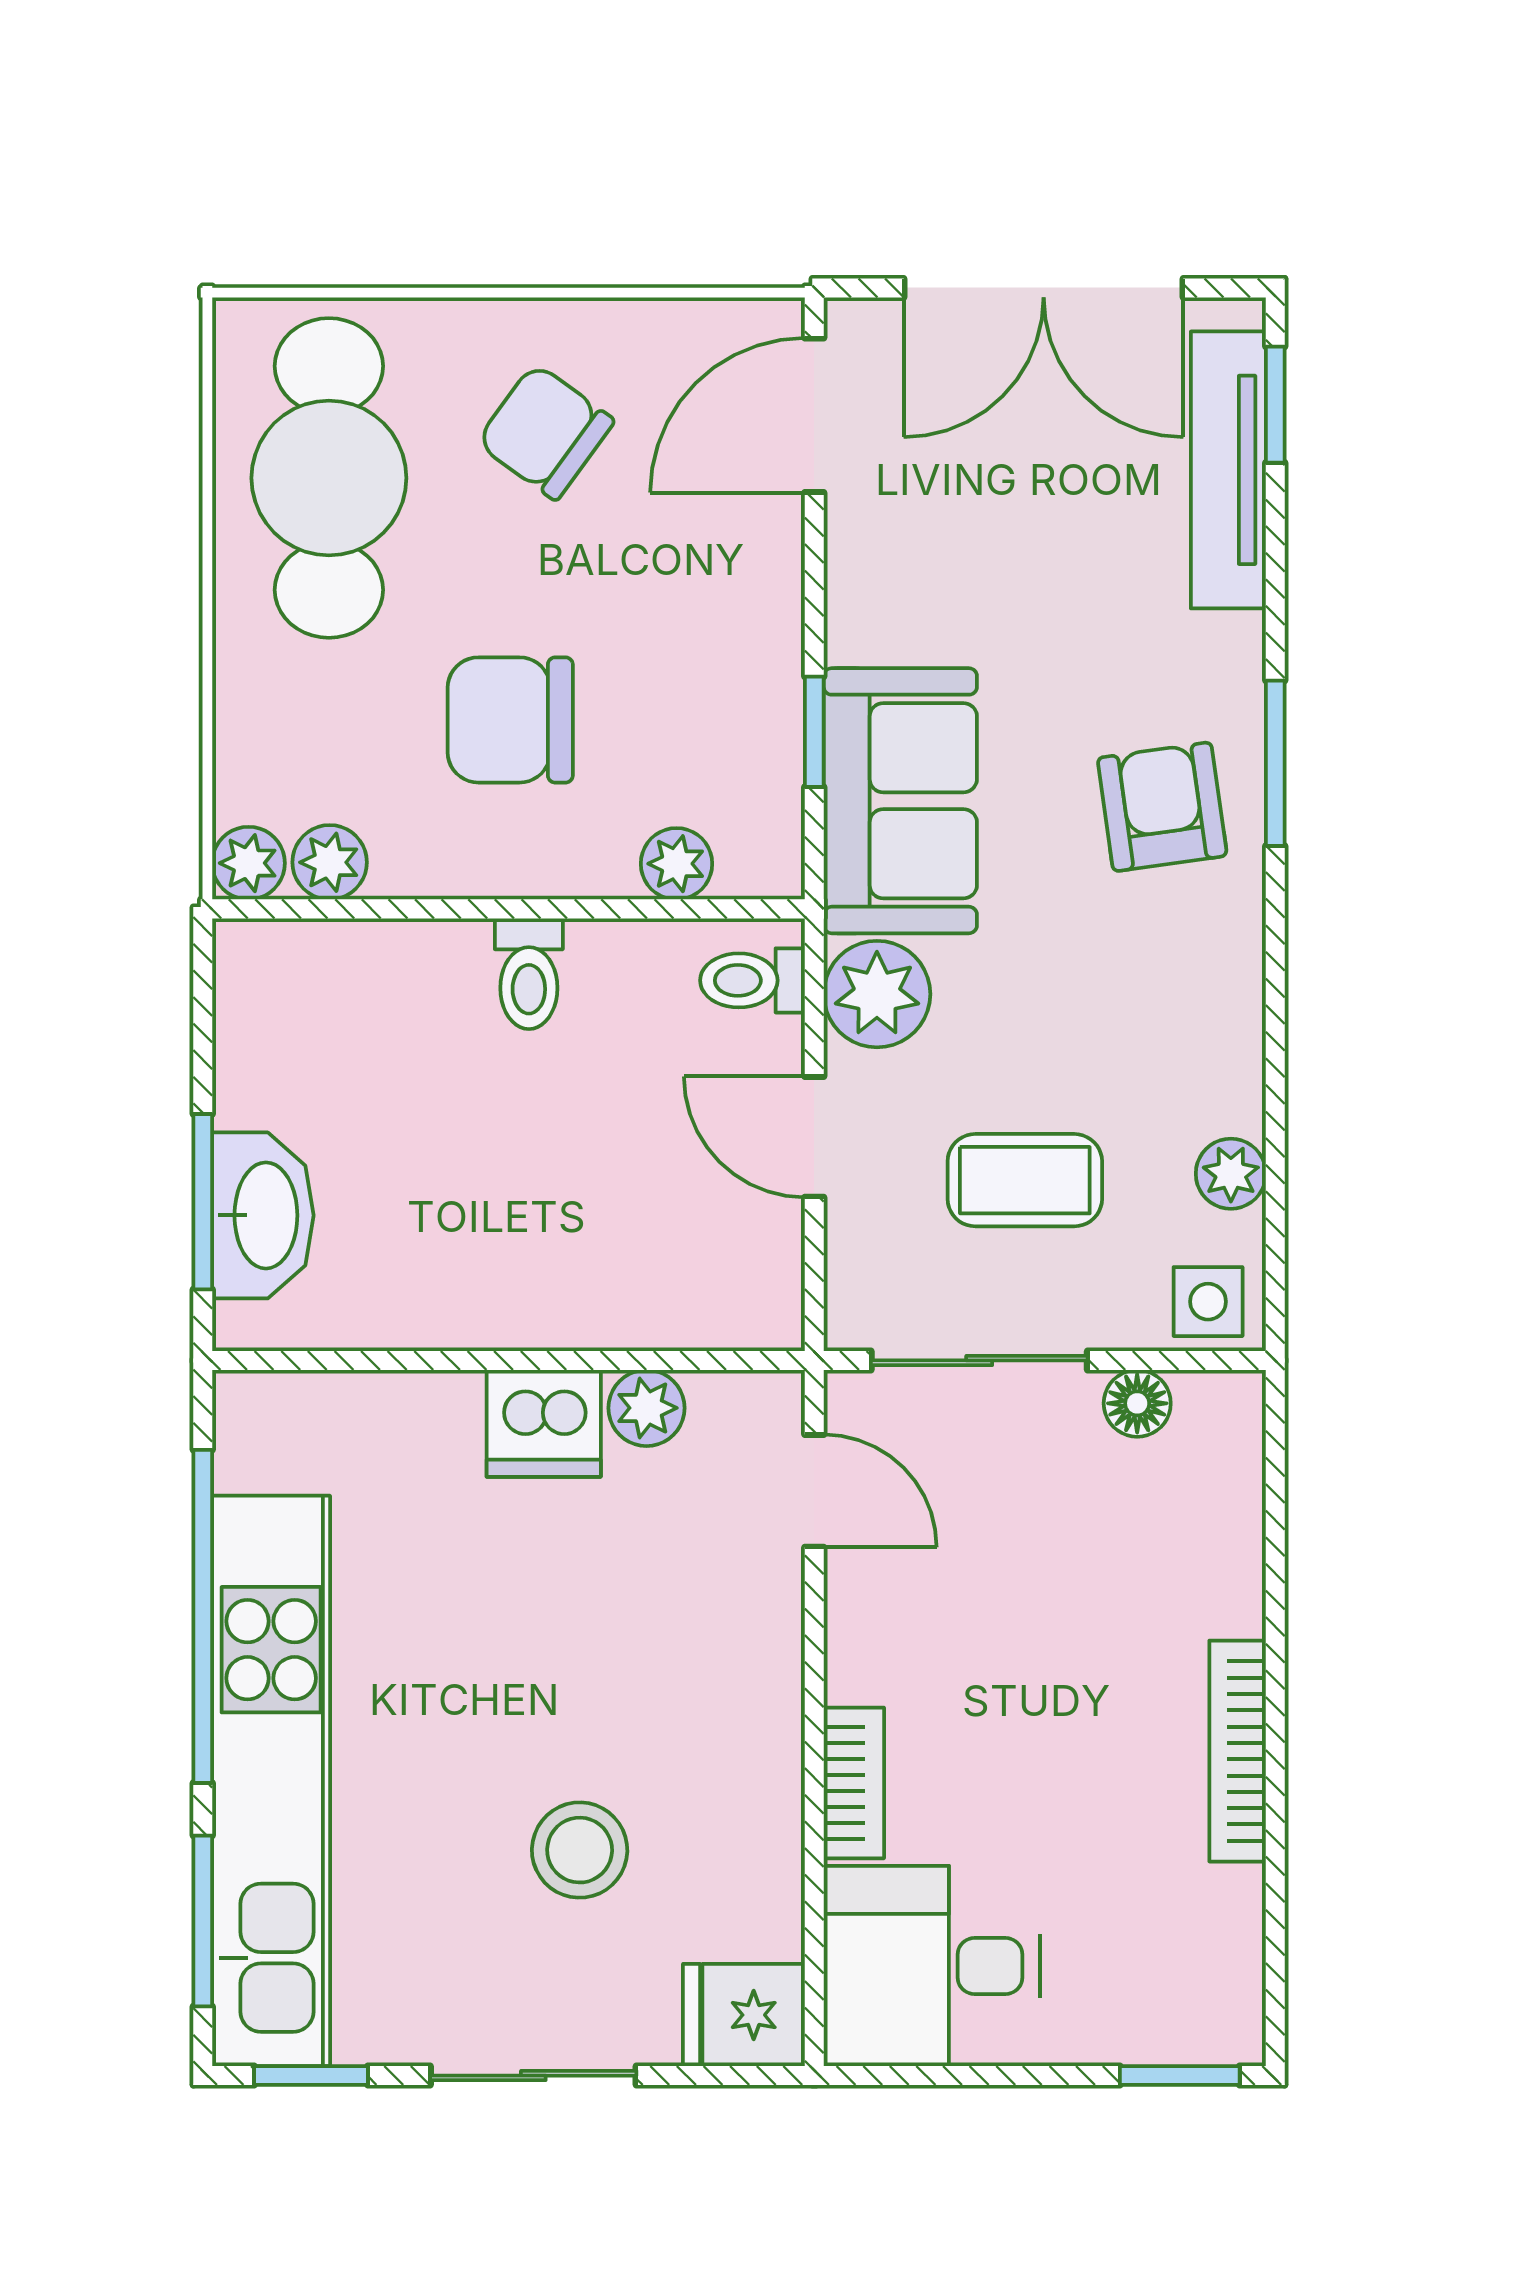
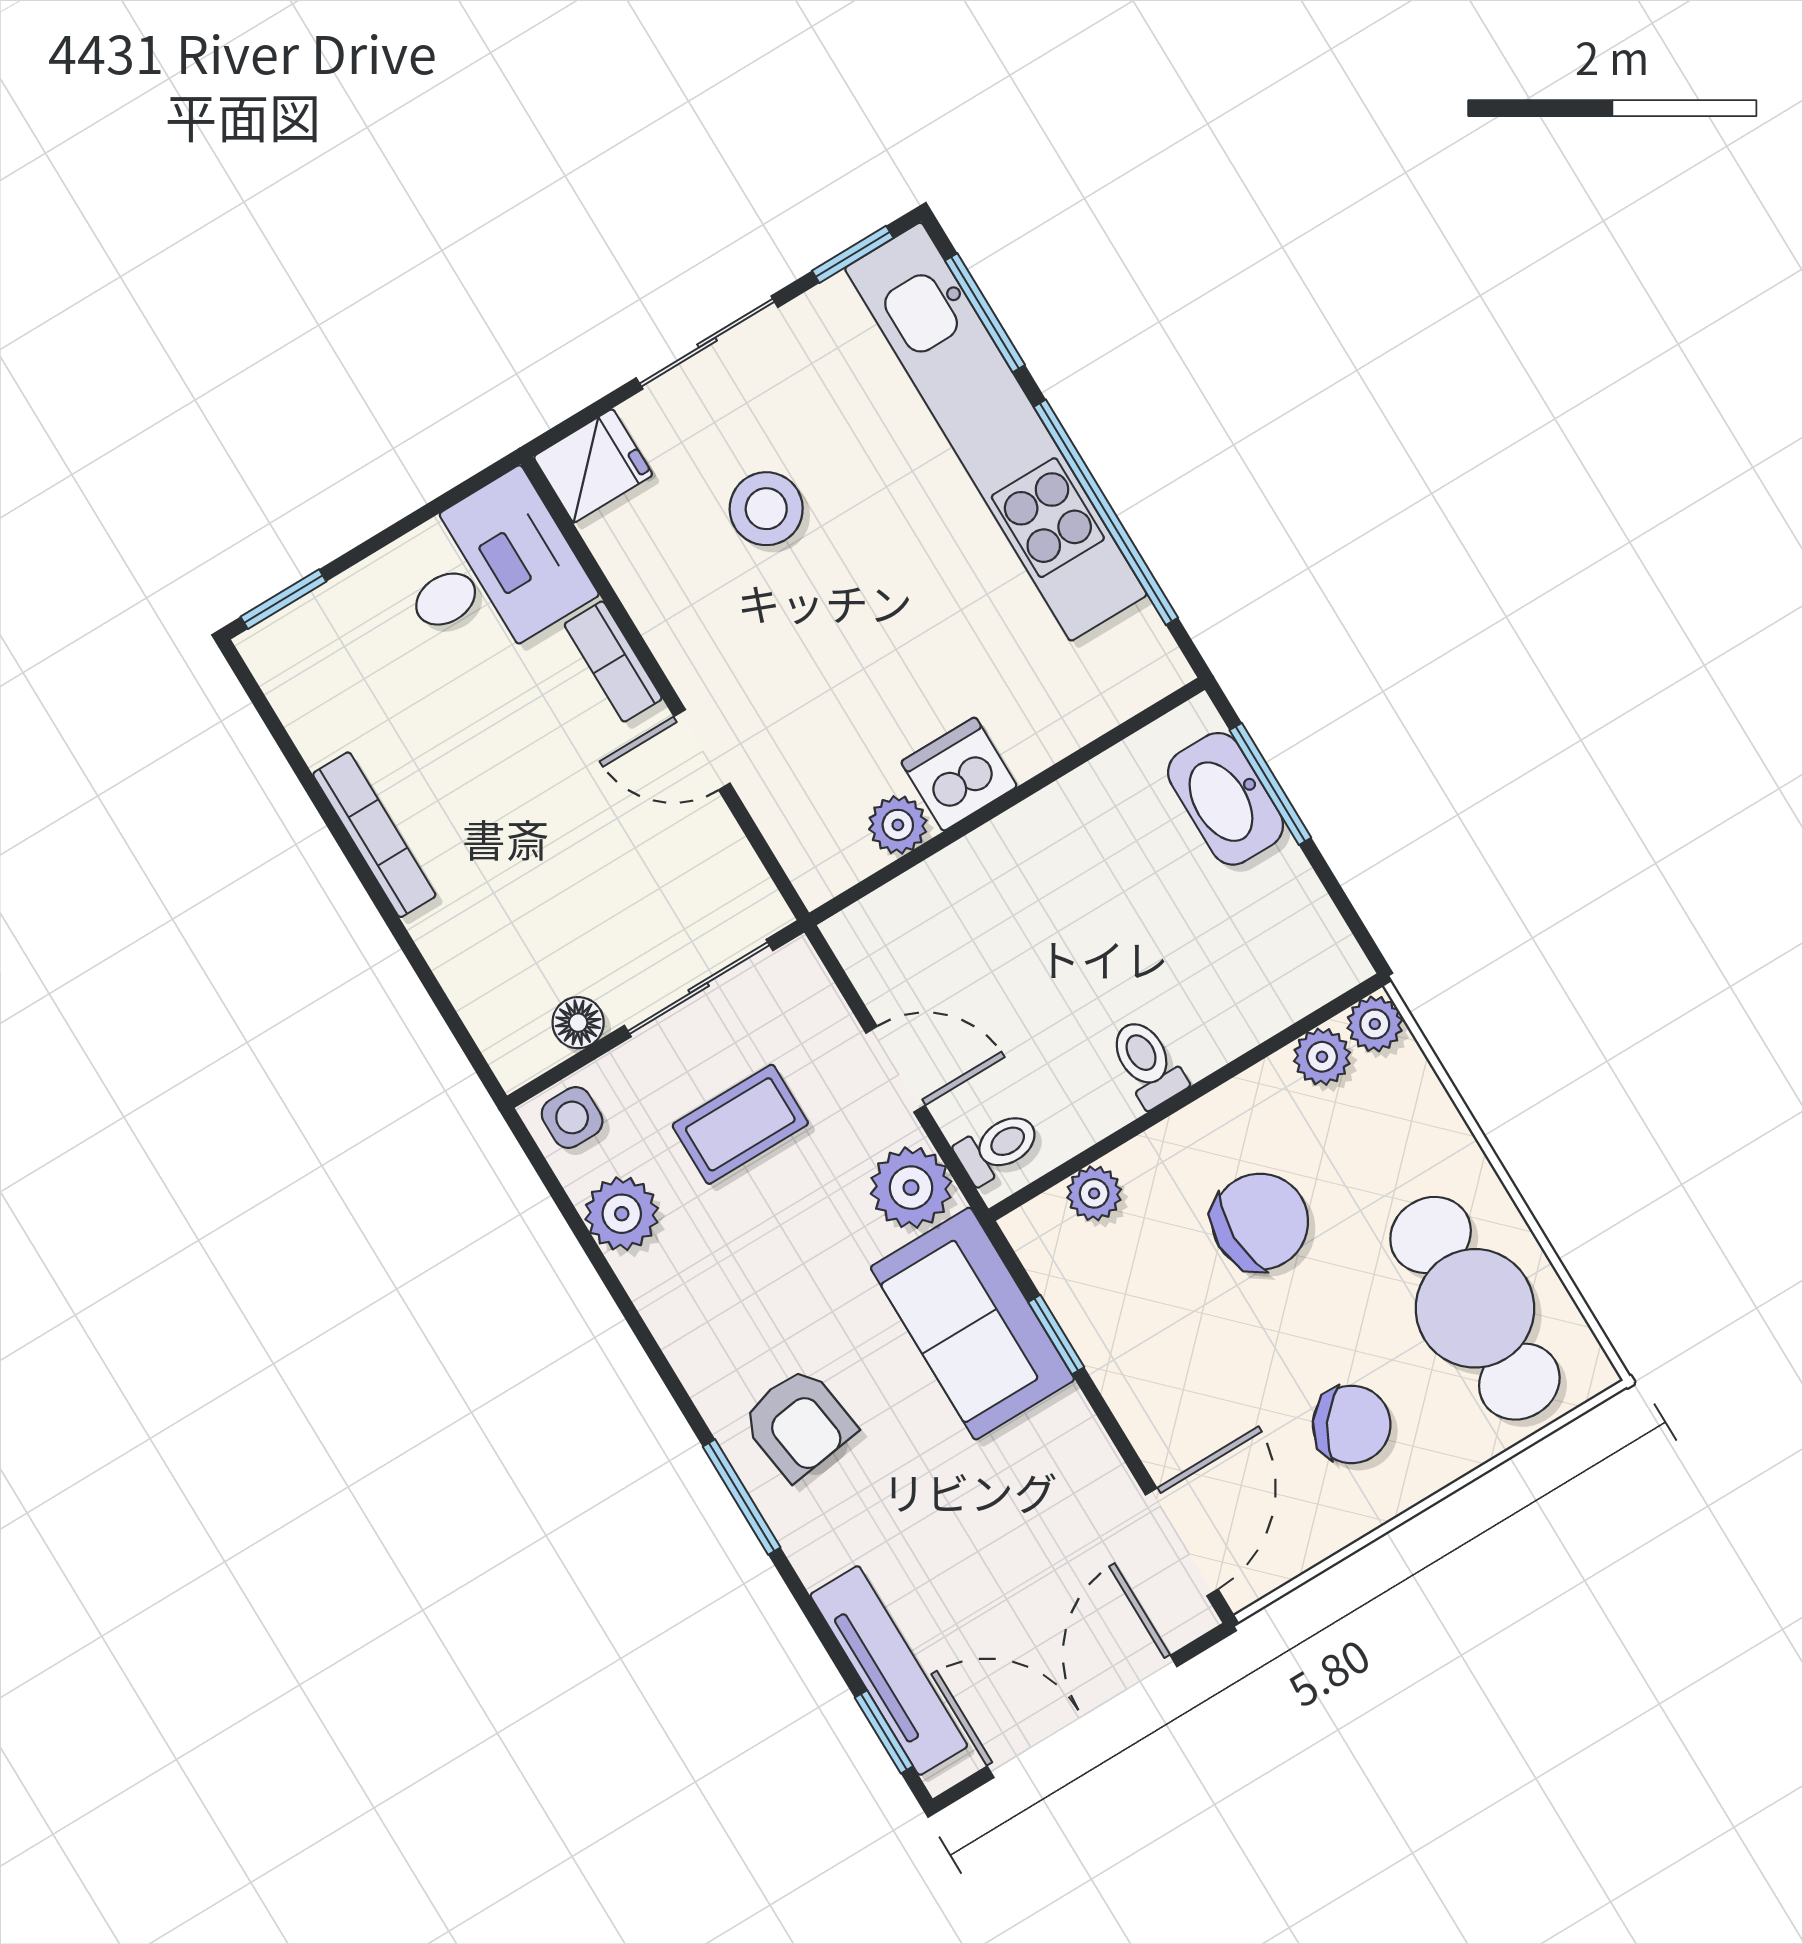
plant: (1231, 1174) -> (622, 1214), width x1.38, depth x1.38
door: (814, 1491) -> (702, 750), moved

